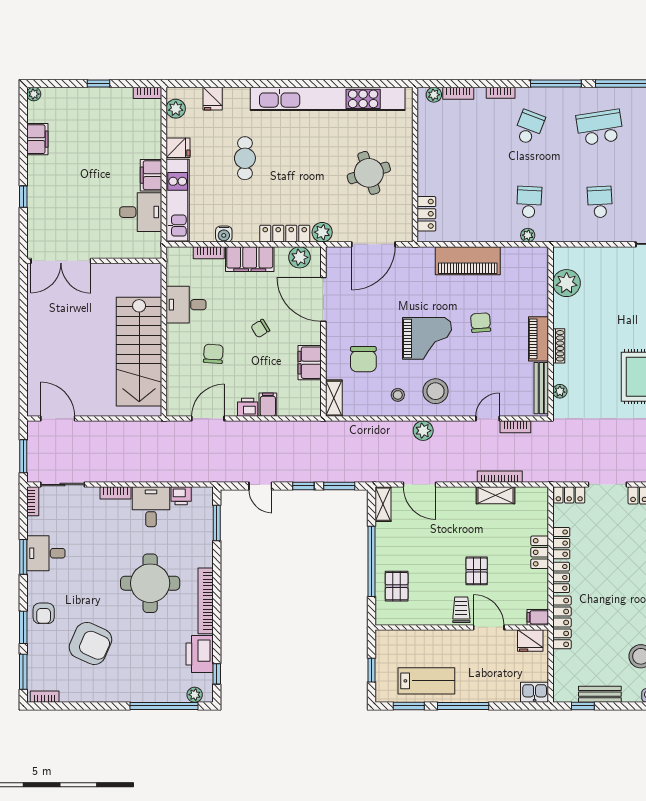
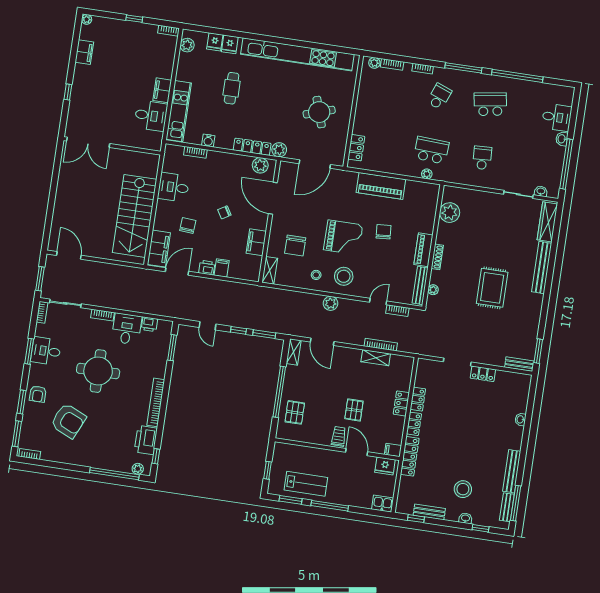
fridge: (178, 148) -> (230, 44), moved, turned 90
school desk: (529, 202) -> (431, 150), width x1.85
filing cabinet: (250, 259) -> (159, 249), moved, turned -90
locker: (569, 495) -> (429, 365), removed
round table: (150, 583) -> (98, 371), moved

